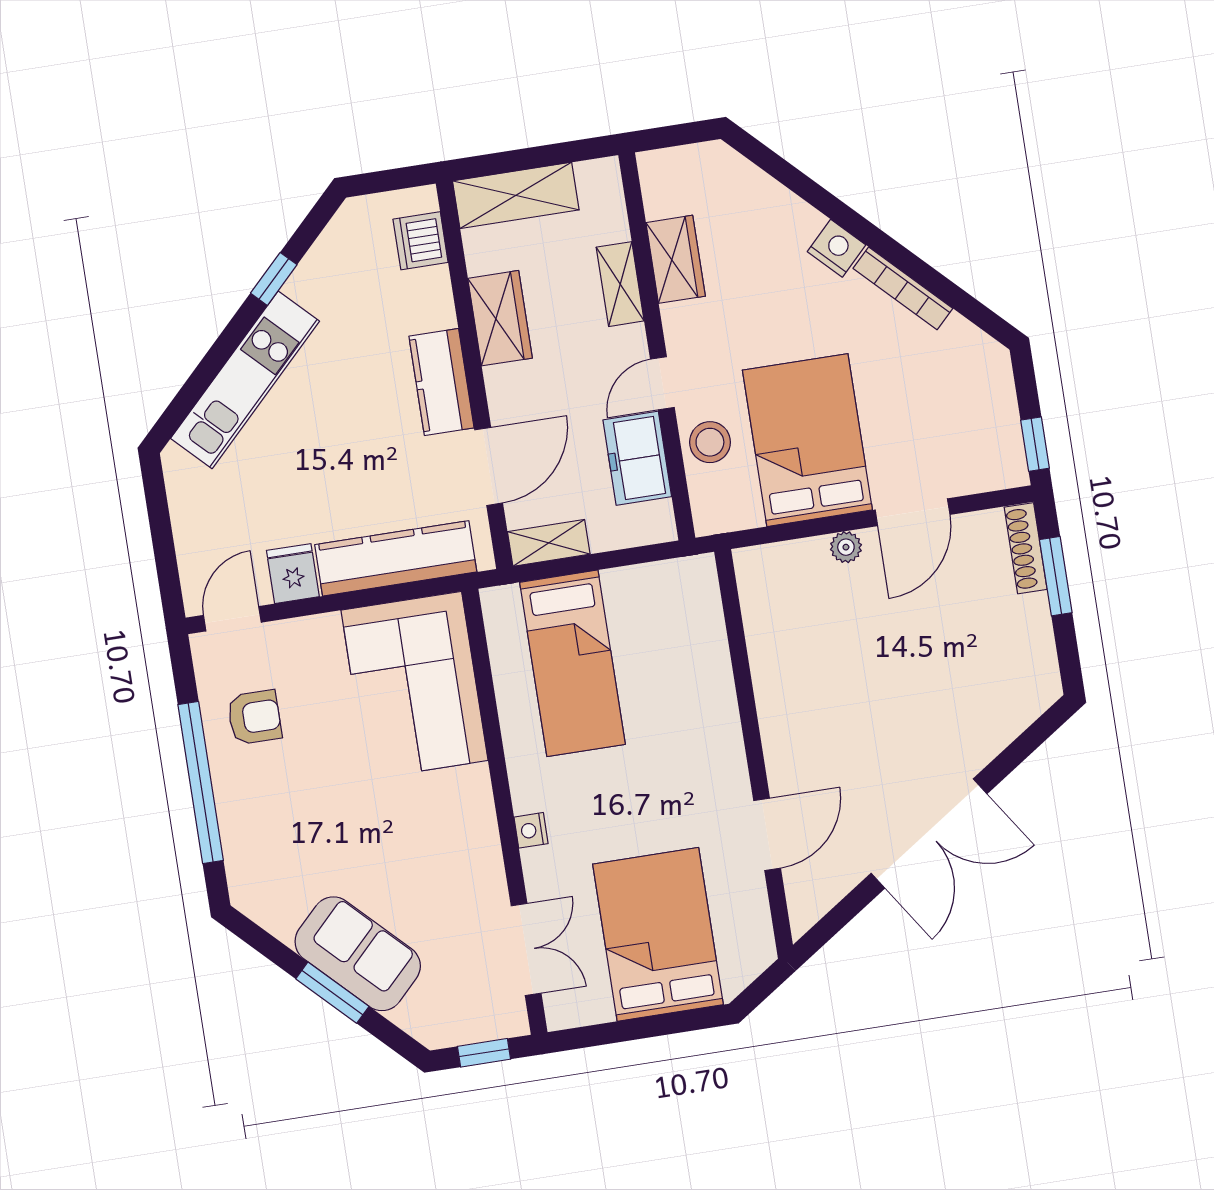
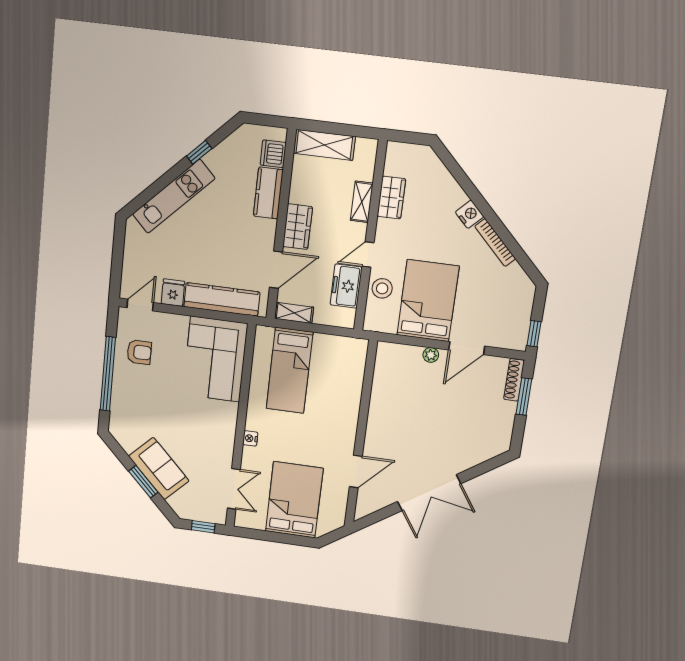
wardrobe: (500, 318) -> (298, 227), moved
kitchen counter: (441, 382) -> (268, 193), moved

